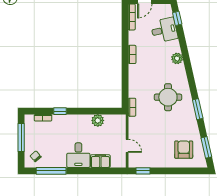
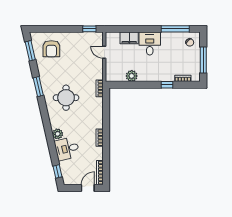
desk: (164, 30) -> (67, 149), moved

